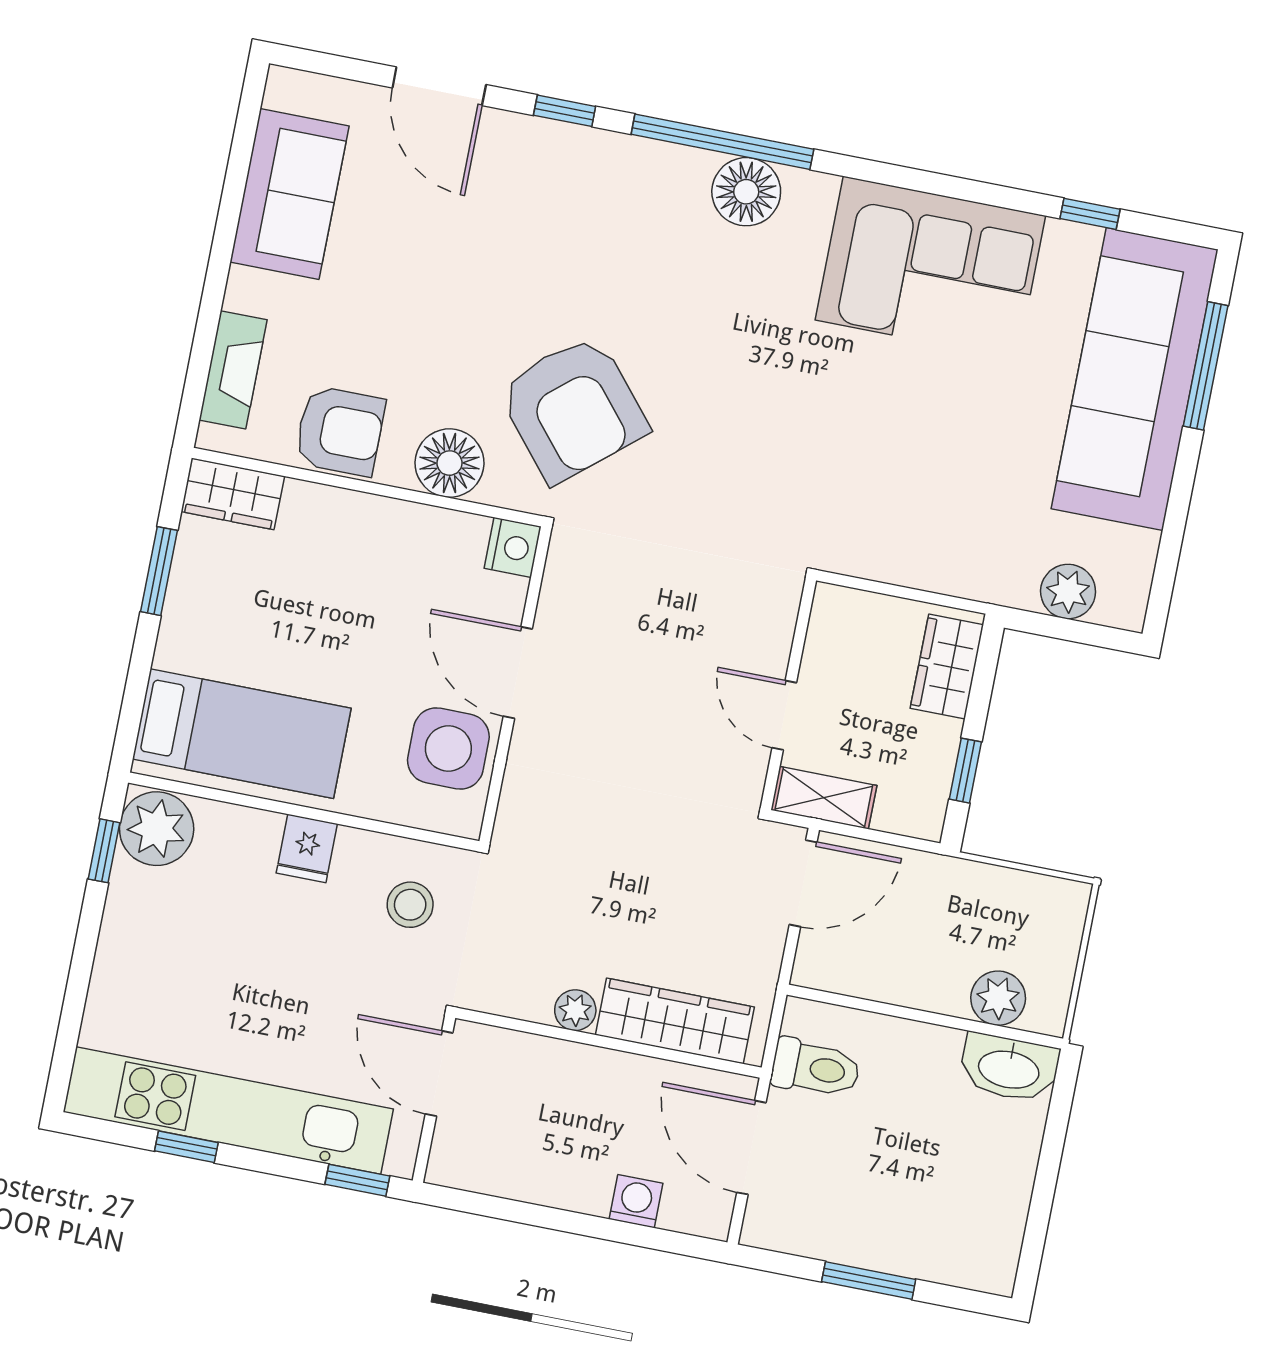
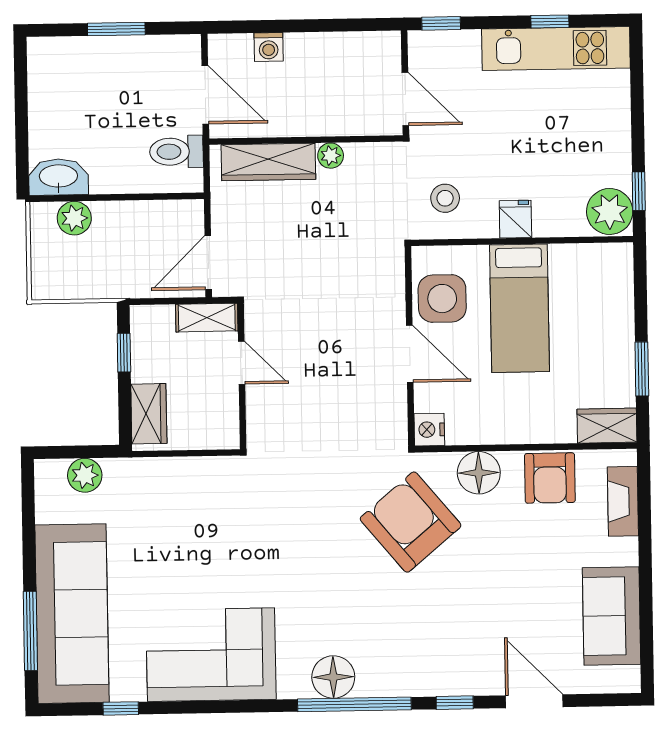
armchair: (340, 431) -> (550, 478), turned -90
bed: (242, 734) -> (519, 308), moved, turned -90
kitchen unit: (228, 1110) -> (556, 49), width x0.73

